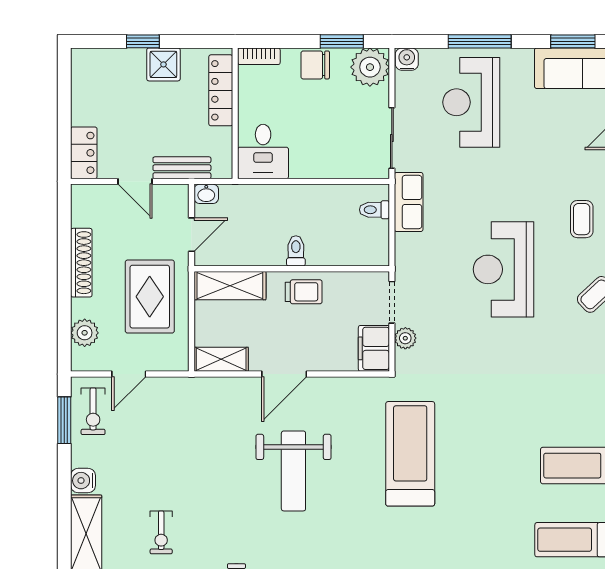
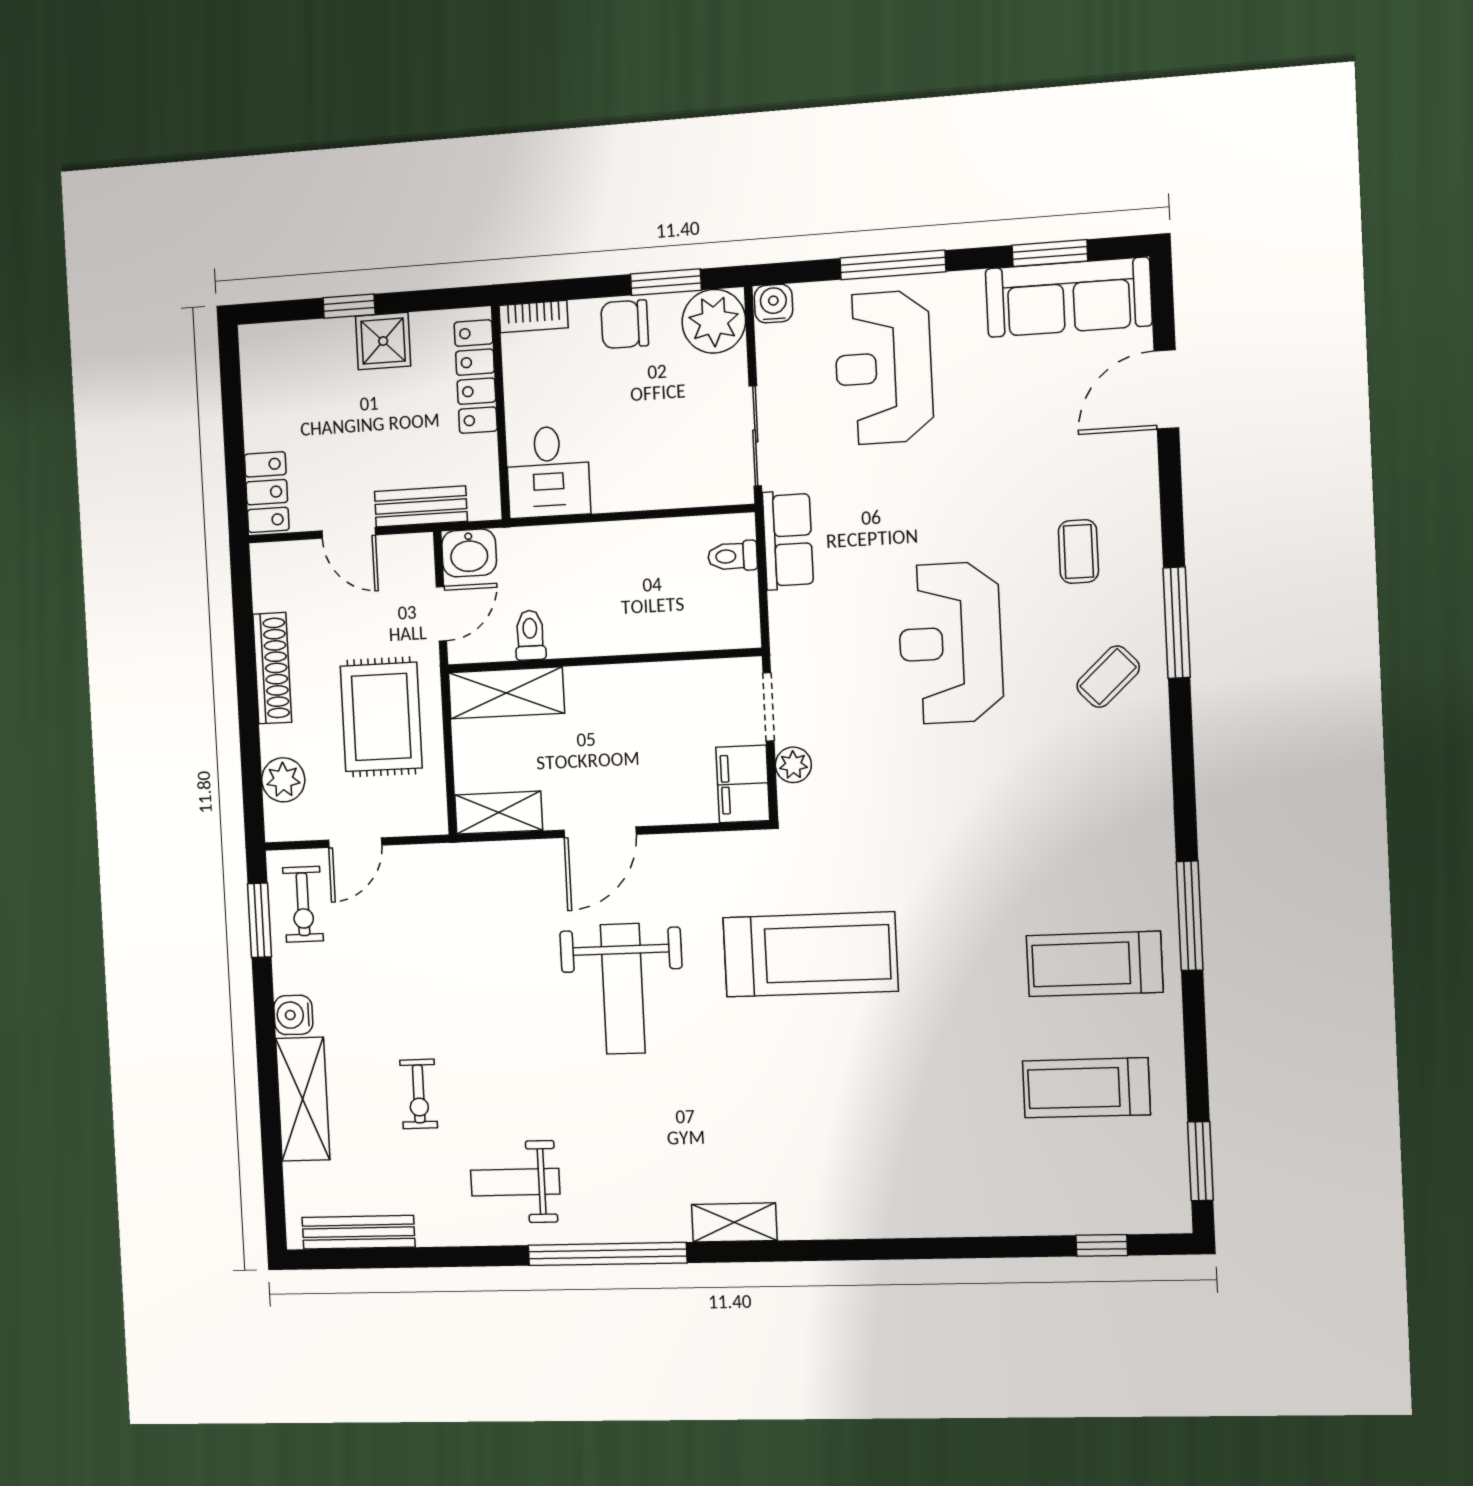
washbasin: (206, 194) -> (469, 553), width x1.38, depth x1.45
toilet: (296, 251) -> (530, 635), moved
trolley: (304, 292) -> (625, 697), removed
treadmill: (410, 454) -> (810, 954), turned 90

